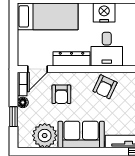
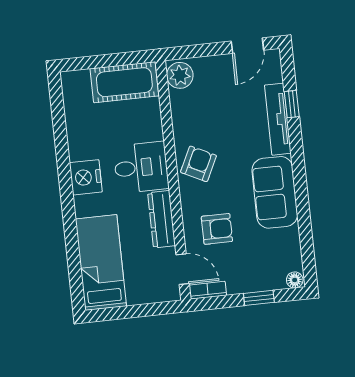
armchair: (105, 87) -> (198, 164), turned -89
floor lamp: (23, 102) -> (295, 280), moved
plant: (45, 136) -> (282, 248), removed

